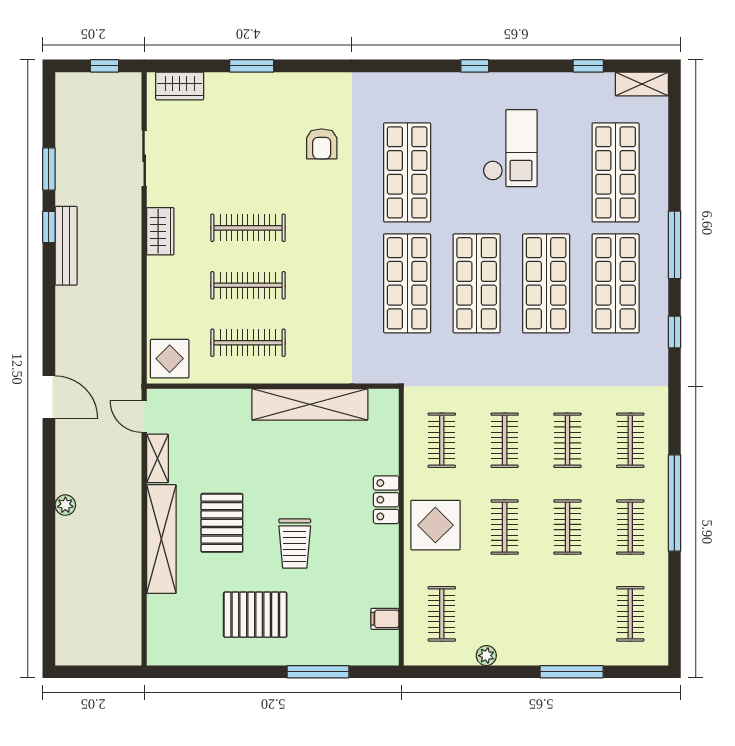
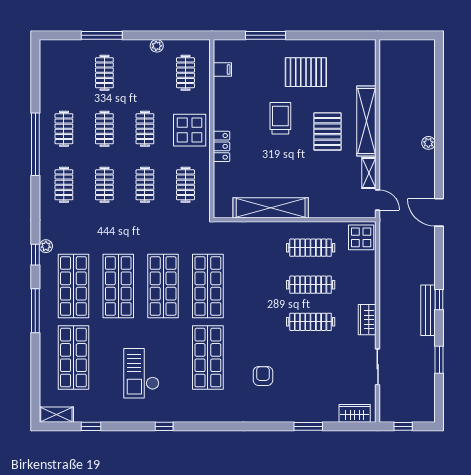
window: (49, 227) -> (439, 300), moved
plant: (658, 345) -> (46, 246), added
clothes rail: (630, 614) -> (104, 73), moved

